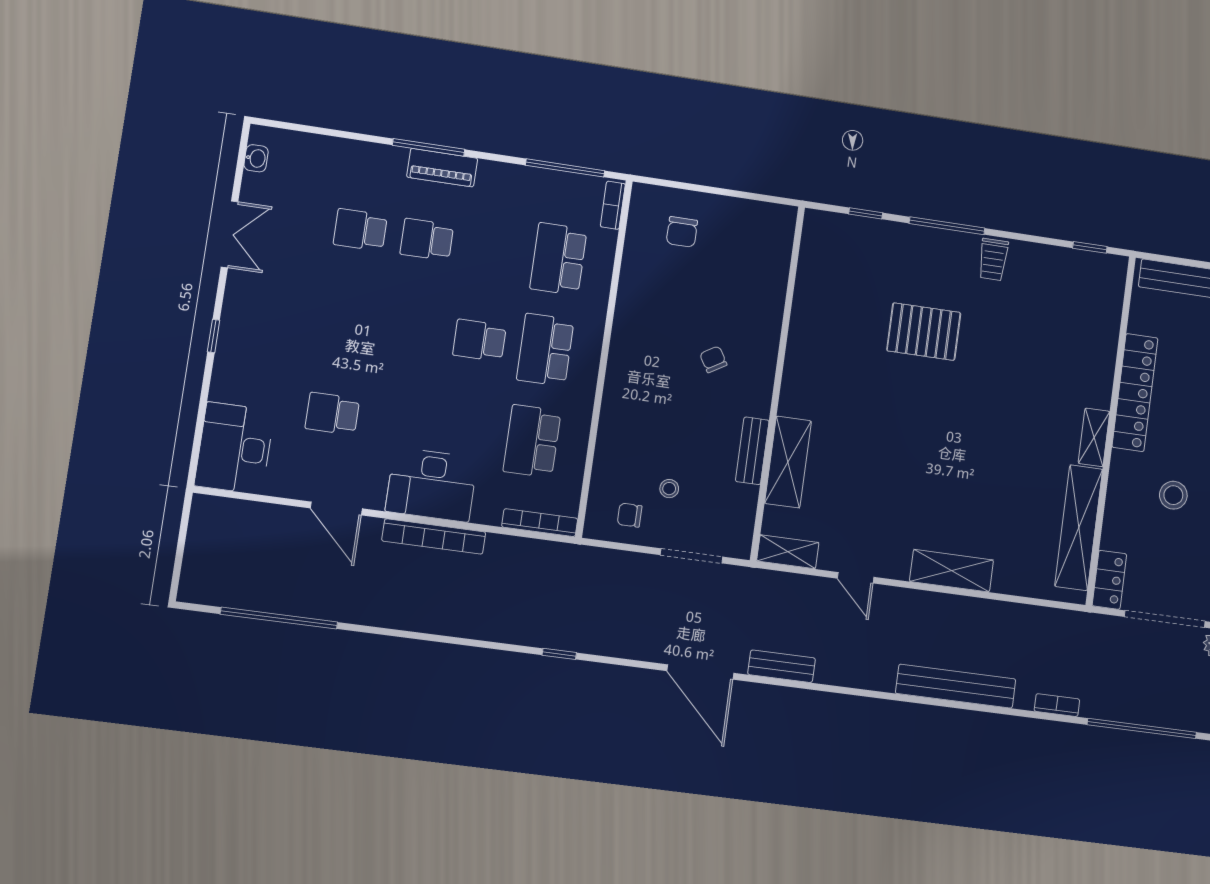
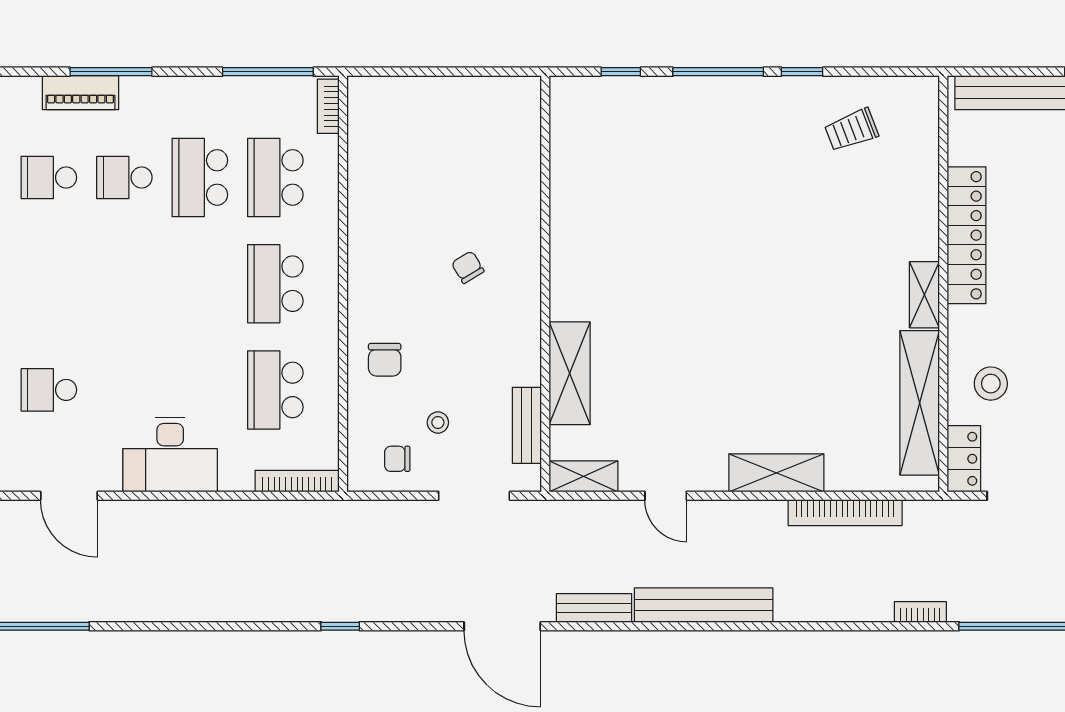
piano: (442, 168) -> (80, 93), moved
chair: (682, 232) -> (385, 360), moved
window: (1090, 247) -> (802, 72), moved
trolley: (993, 259) -> (851, 130), moved, turned 69
pallet: (924, 332) -> (707, 200), removed
school desk: (479, 340) -> (200, 177), moved, width x1.85
bench: (752, 451) -> (527, 425), moved
stool: (1173, 495) -> (991, 384), moved
bookcase: (434, 536) -> (845, 513), moved
bench: (956, 686) -> (704, 605), moved

